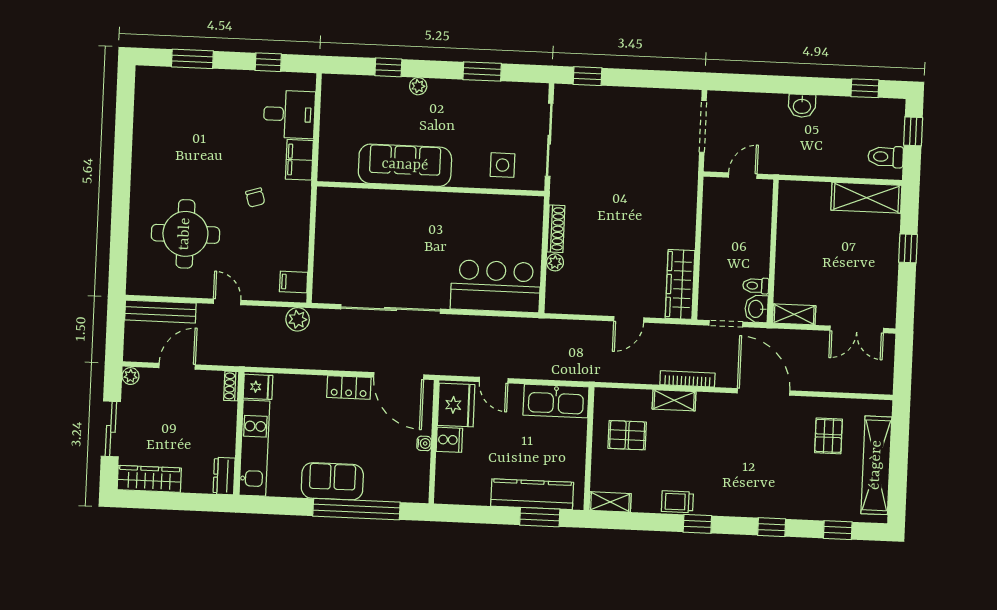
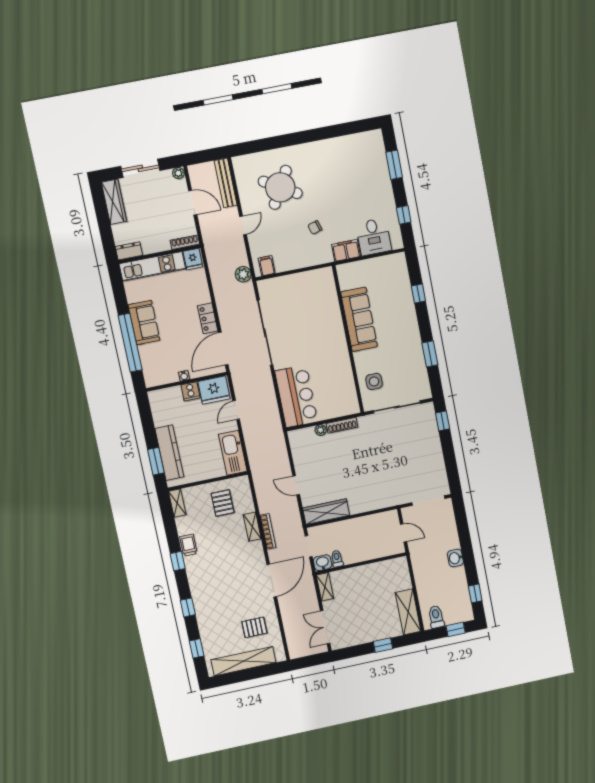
plant: (418, 86) -> (411, 315), removed
round table: (185, 234) -> (280, 187), turned 30
shoe rack: (231, 386) -> (185, 242), width x1.43

